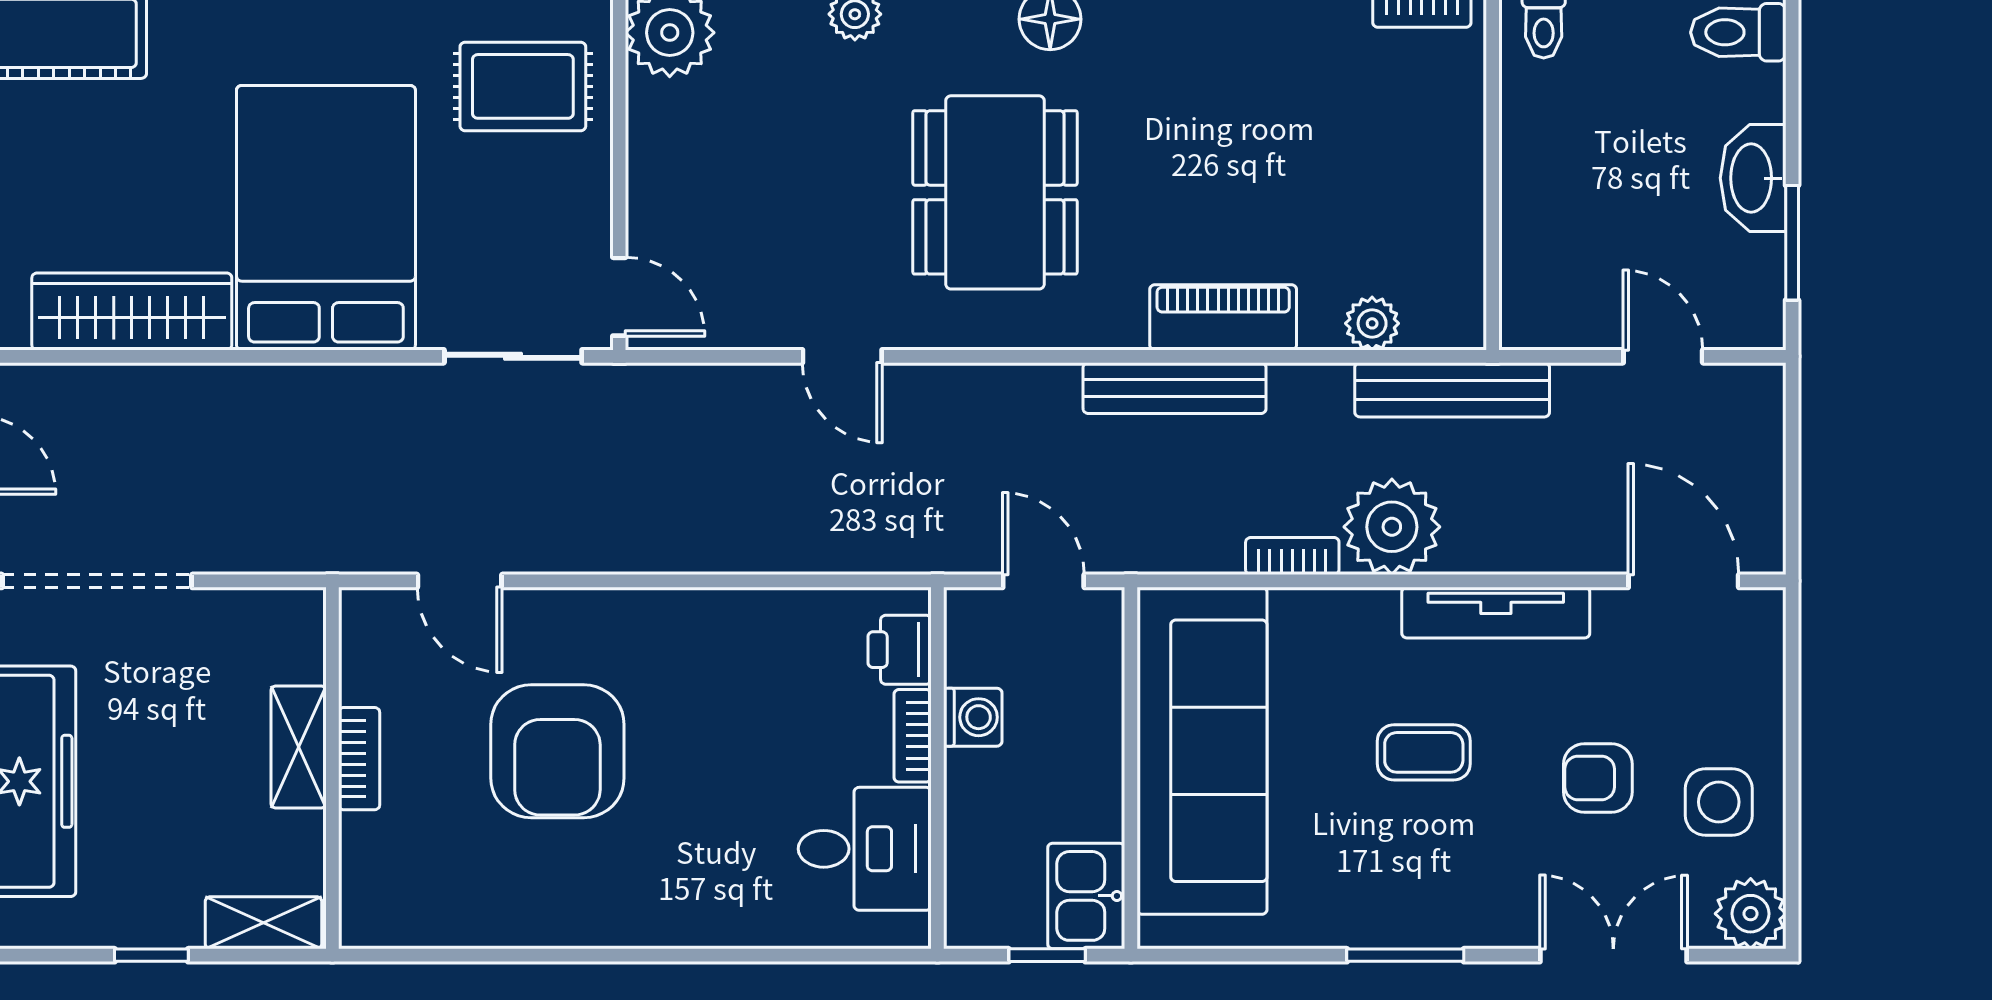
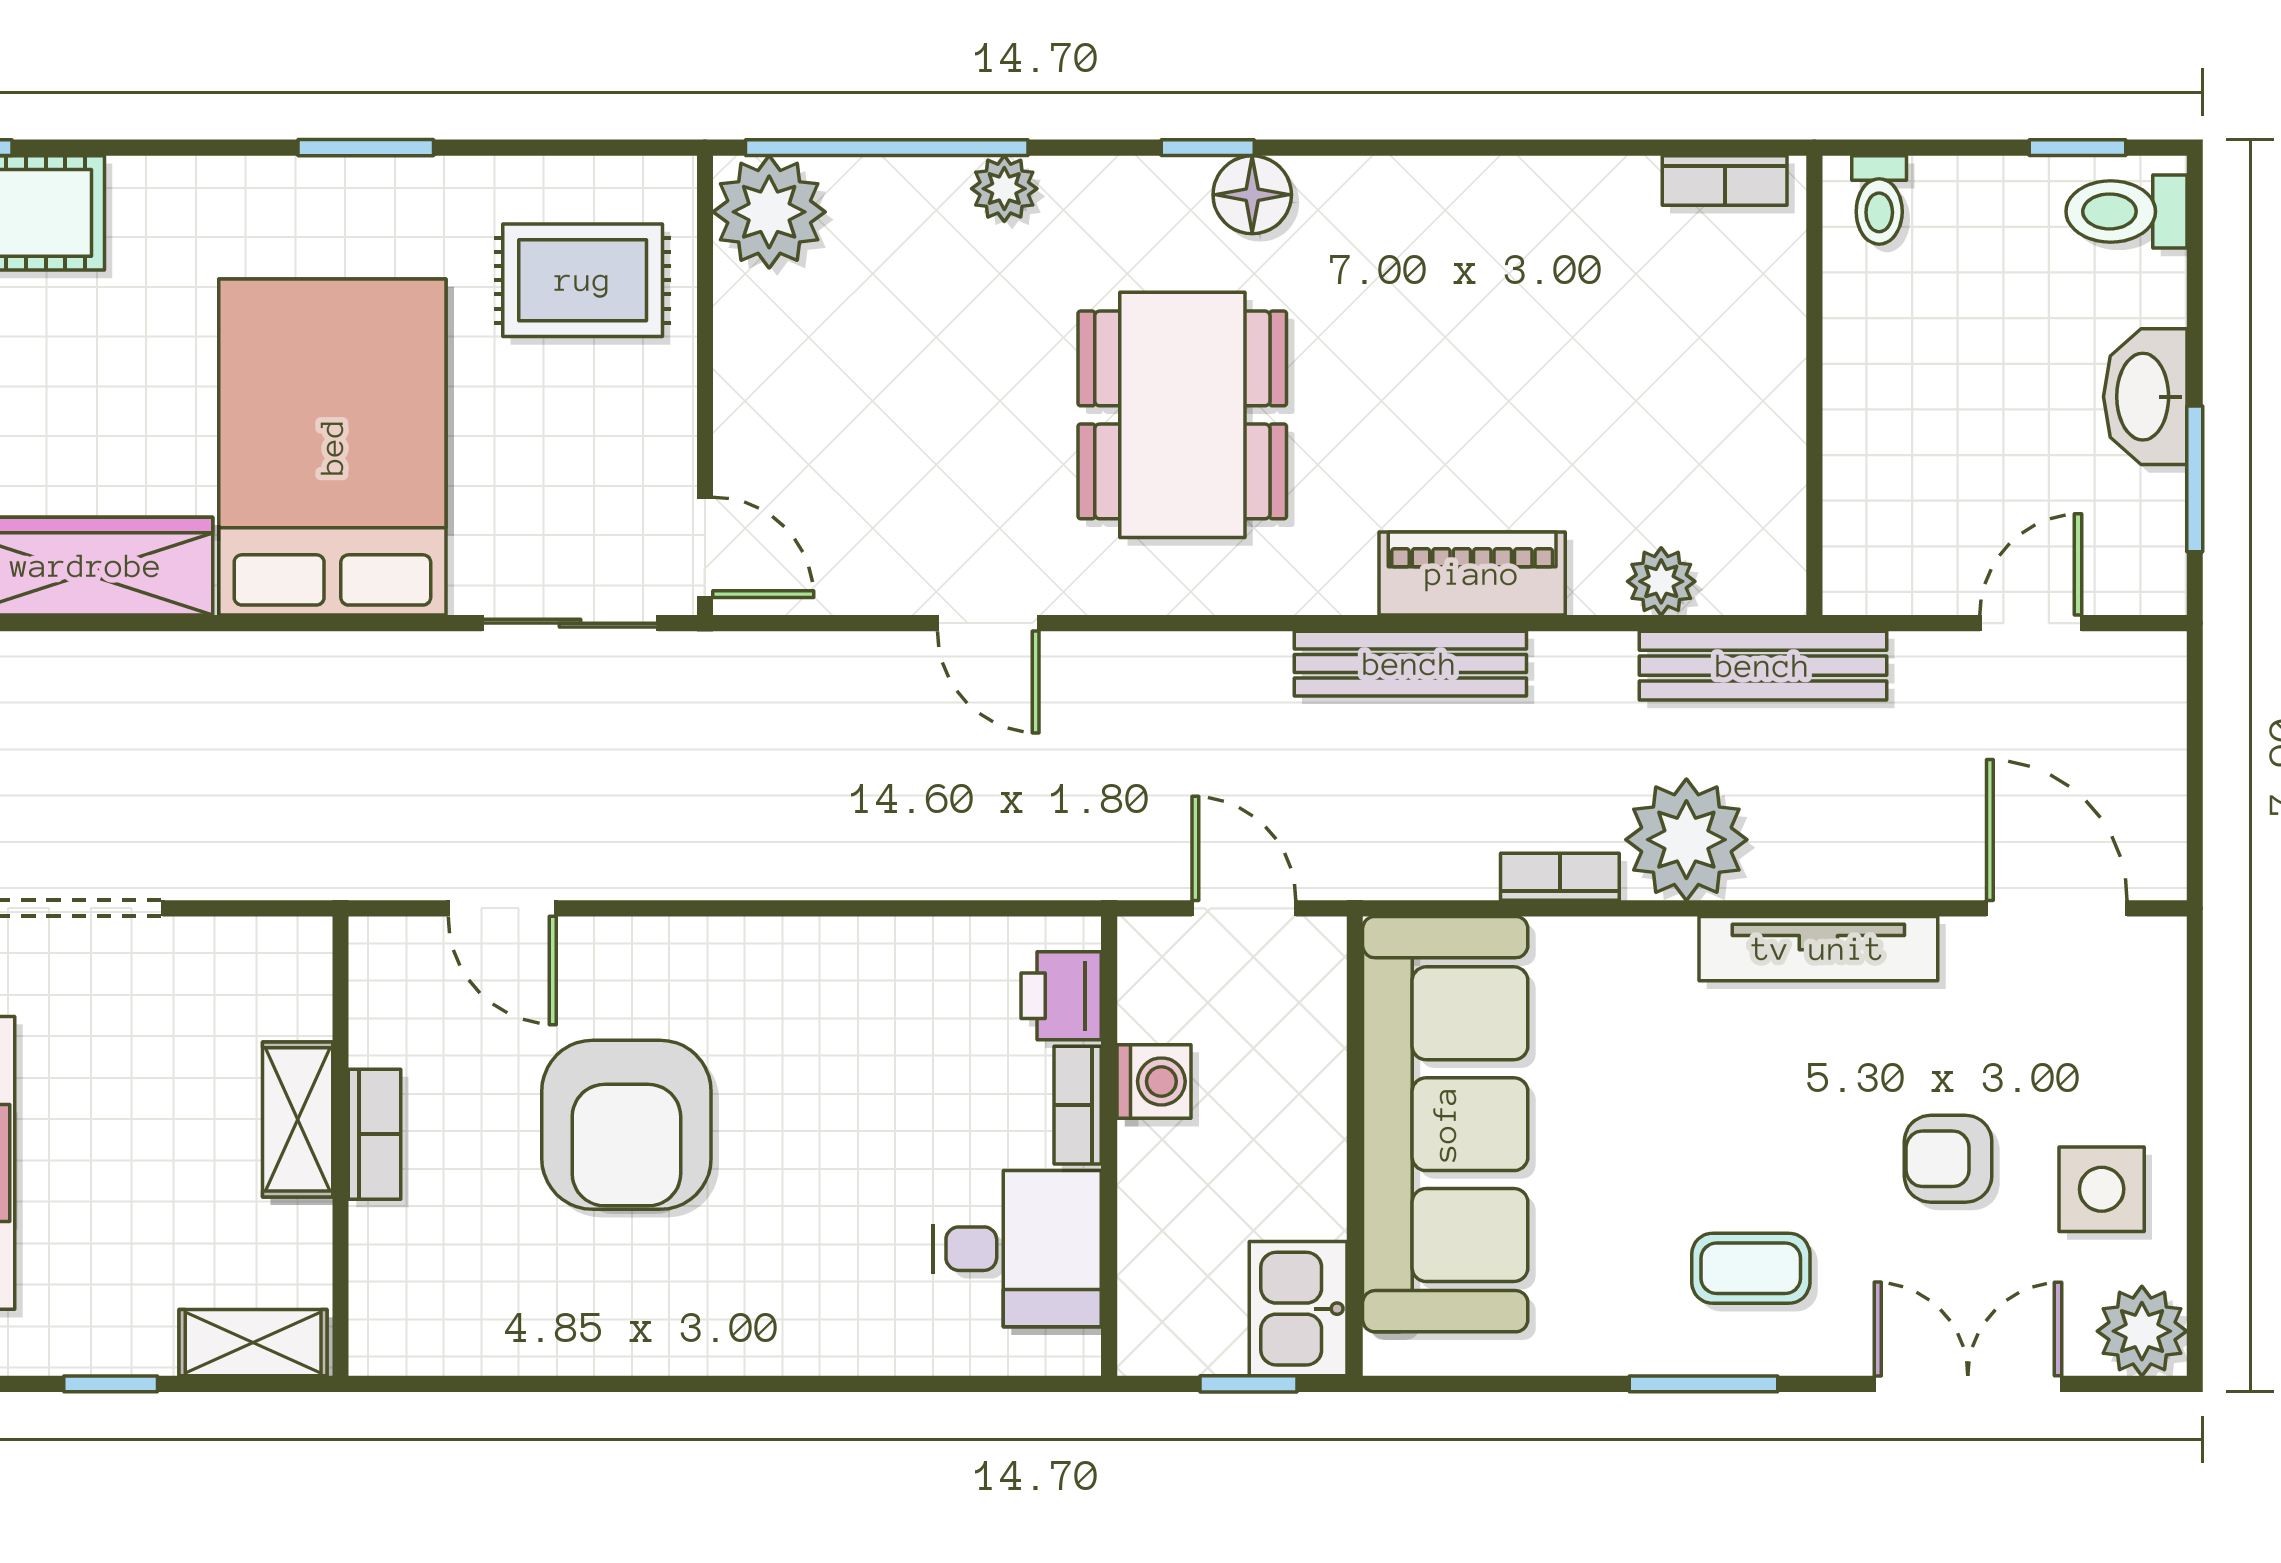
door: (1663, 356) -> (2031, 623), hinge flipped
coffee table: (1424, 752) -> (1751, 1268), moved

